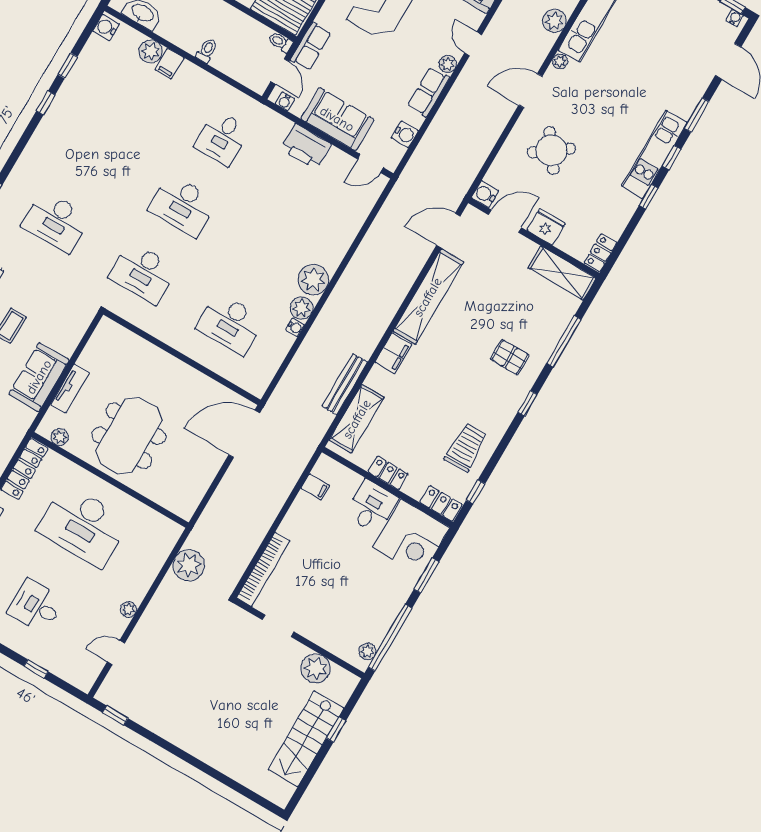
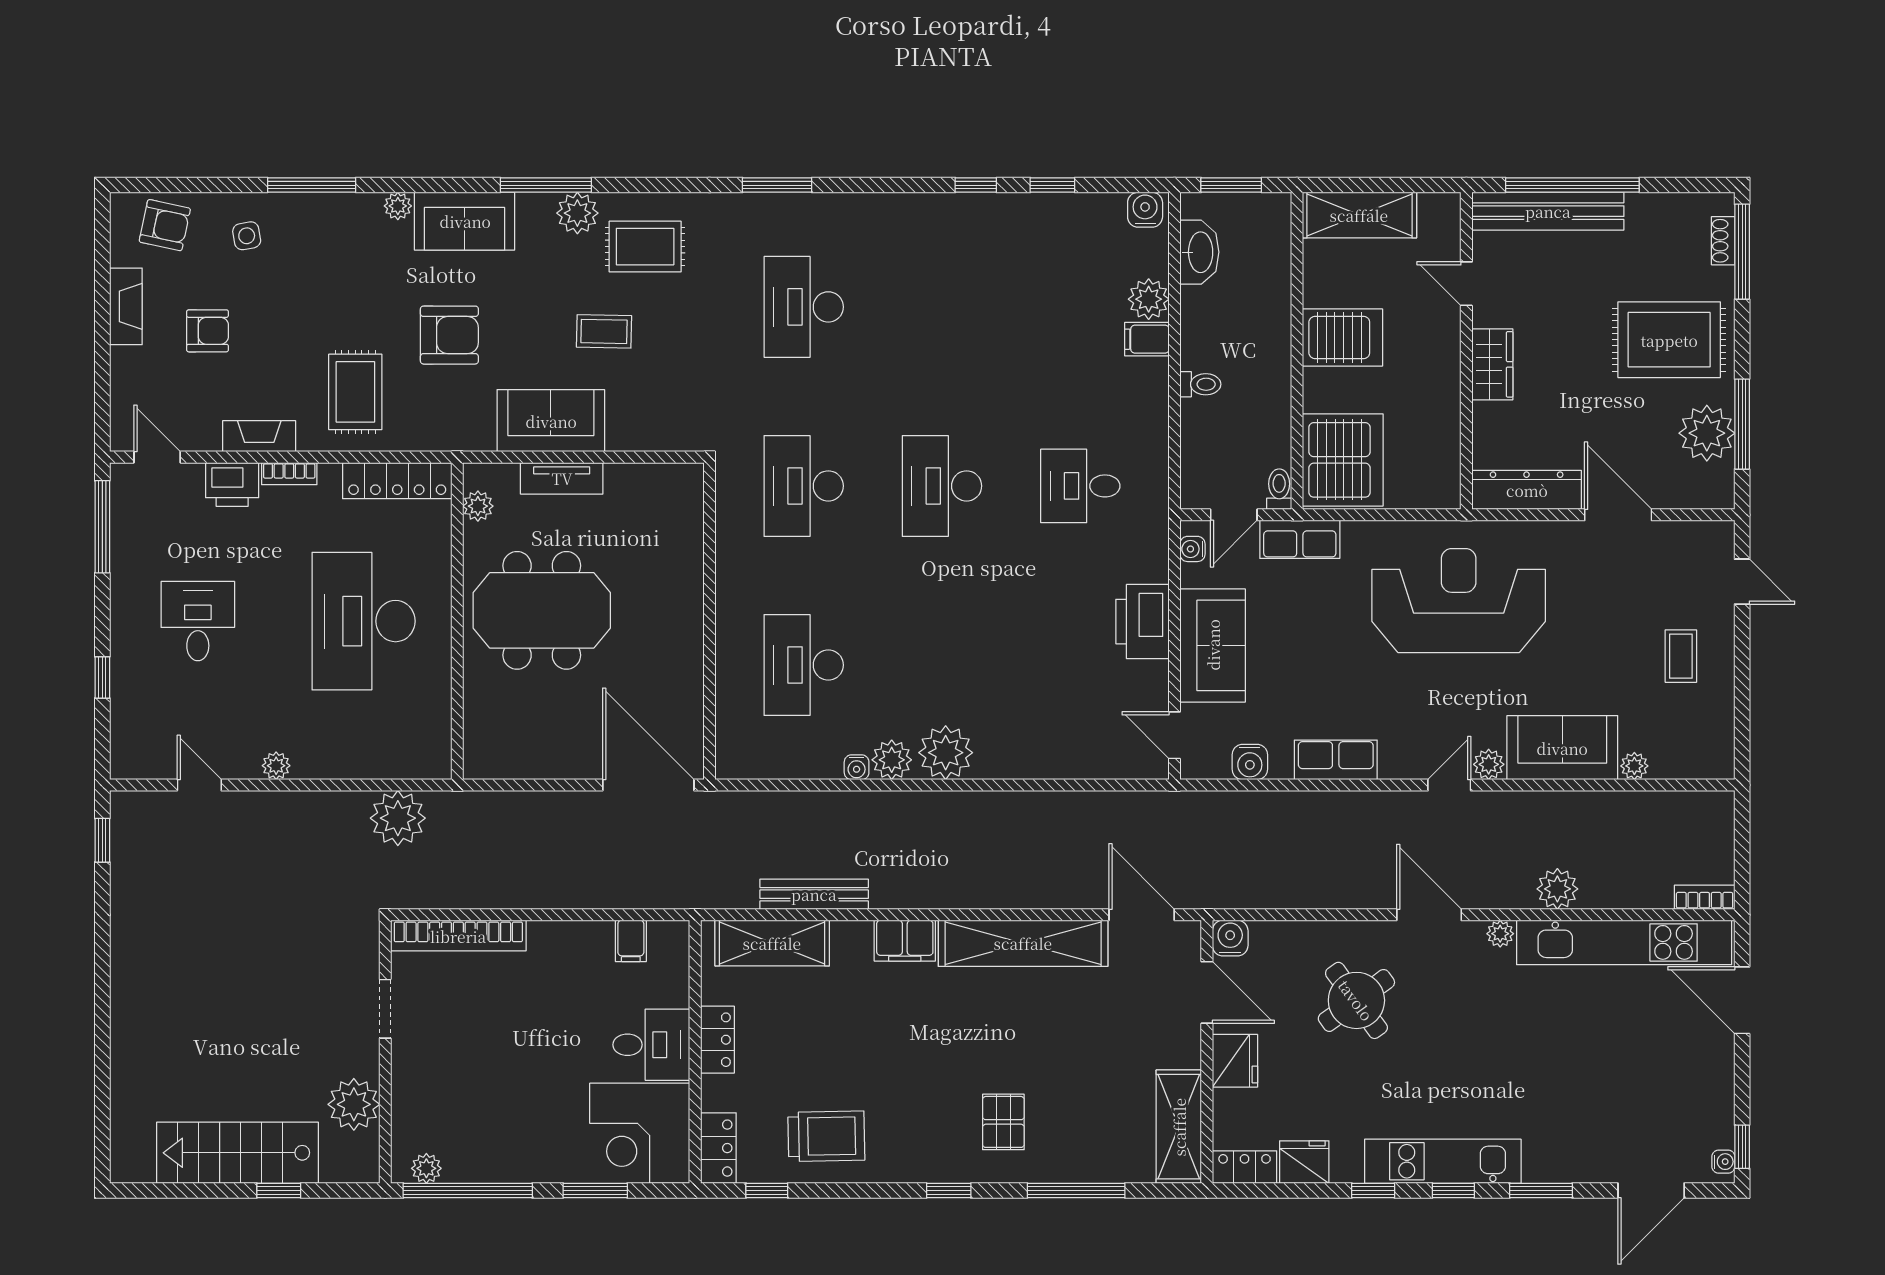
plant: (448, 64) -> (1489, 764), moved
fridge: (615, 222) -> (1304, 1162), added

